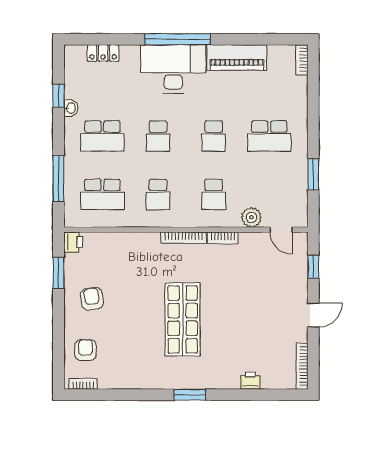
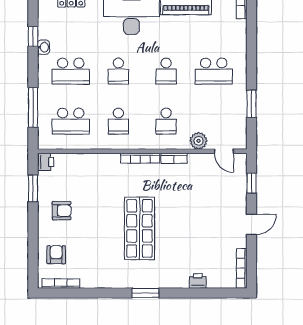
armchair: (92, 299) -> (62, 211), turned 97
bookcase: (83, 384) -> (61, 284), width x1.56

